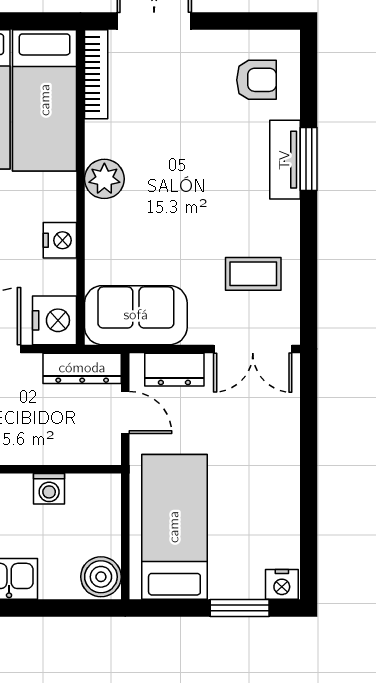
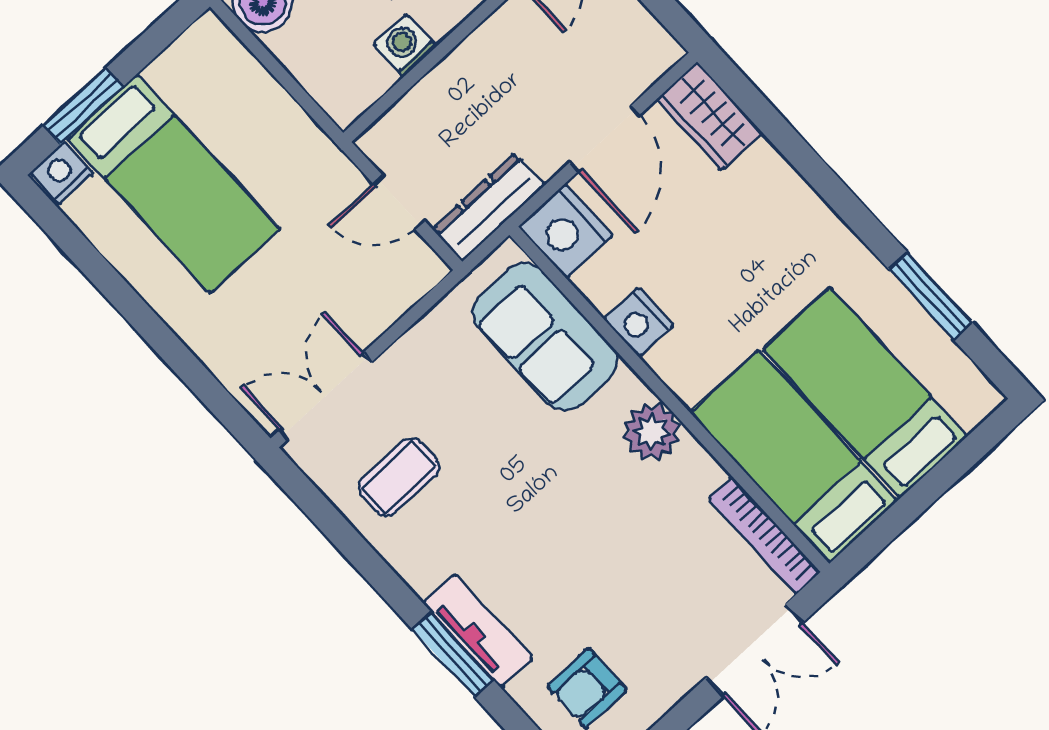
sofa: (136, 315) -> (545, 337), moved, turned 90
dresser: (174, 370) -> (389, 297), removed
bed: (174, 527) -> (174, 184), moved

